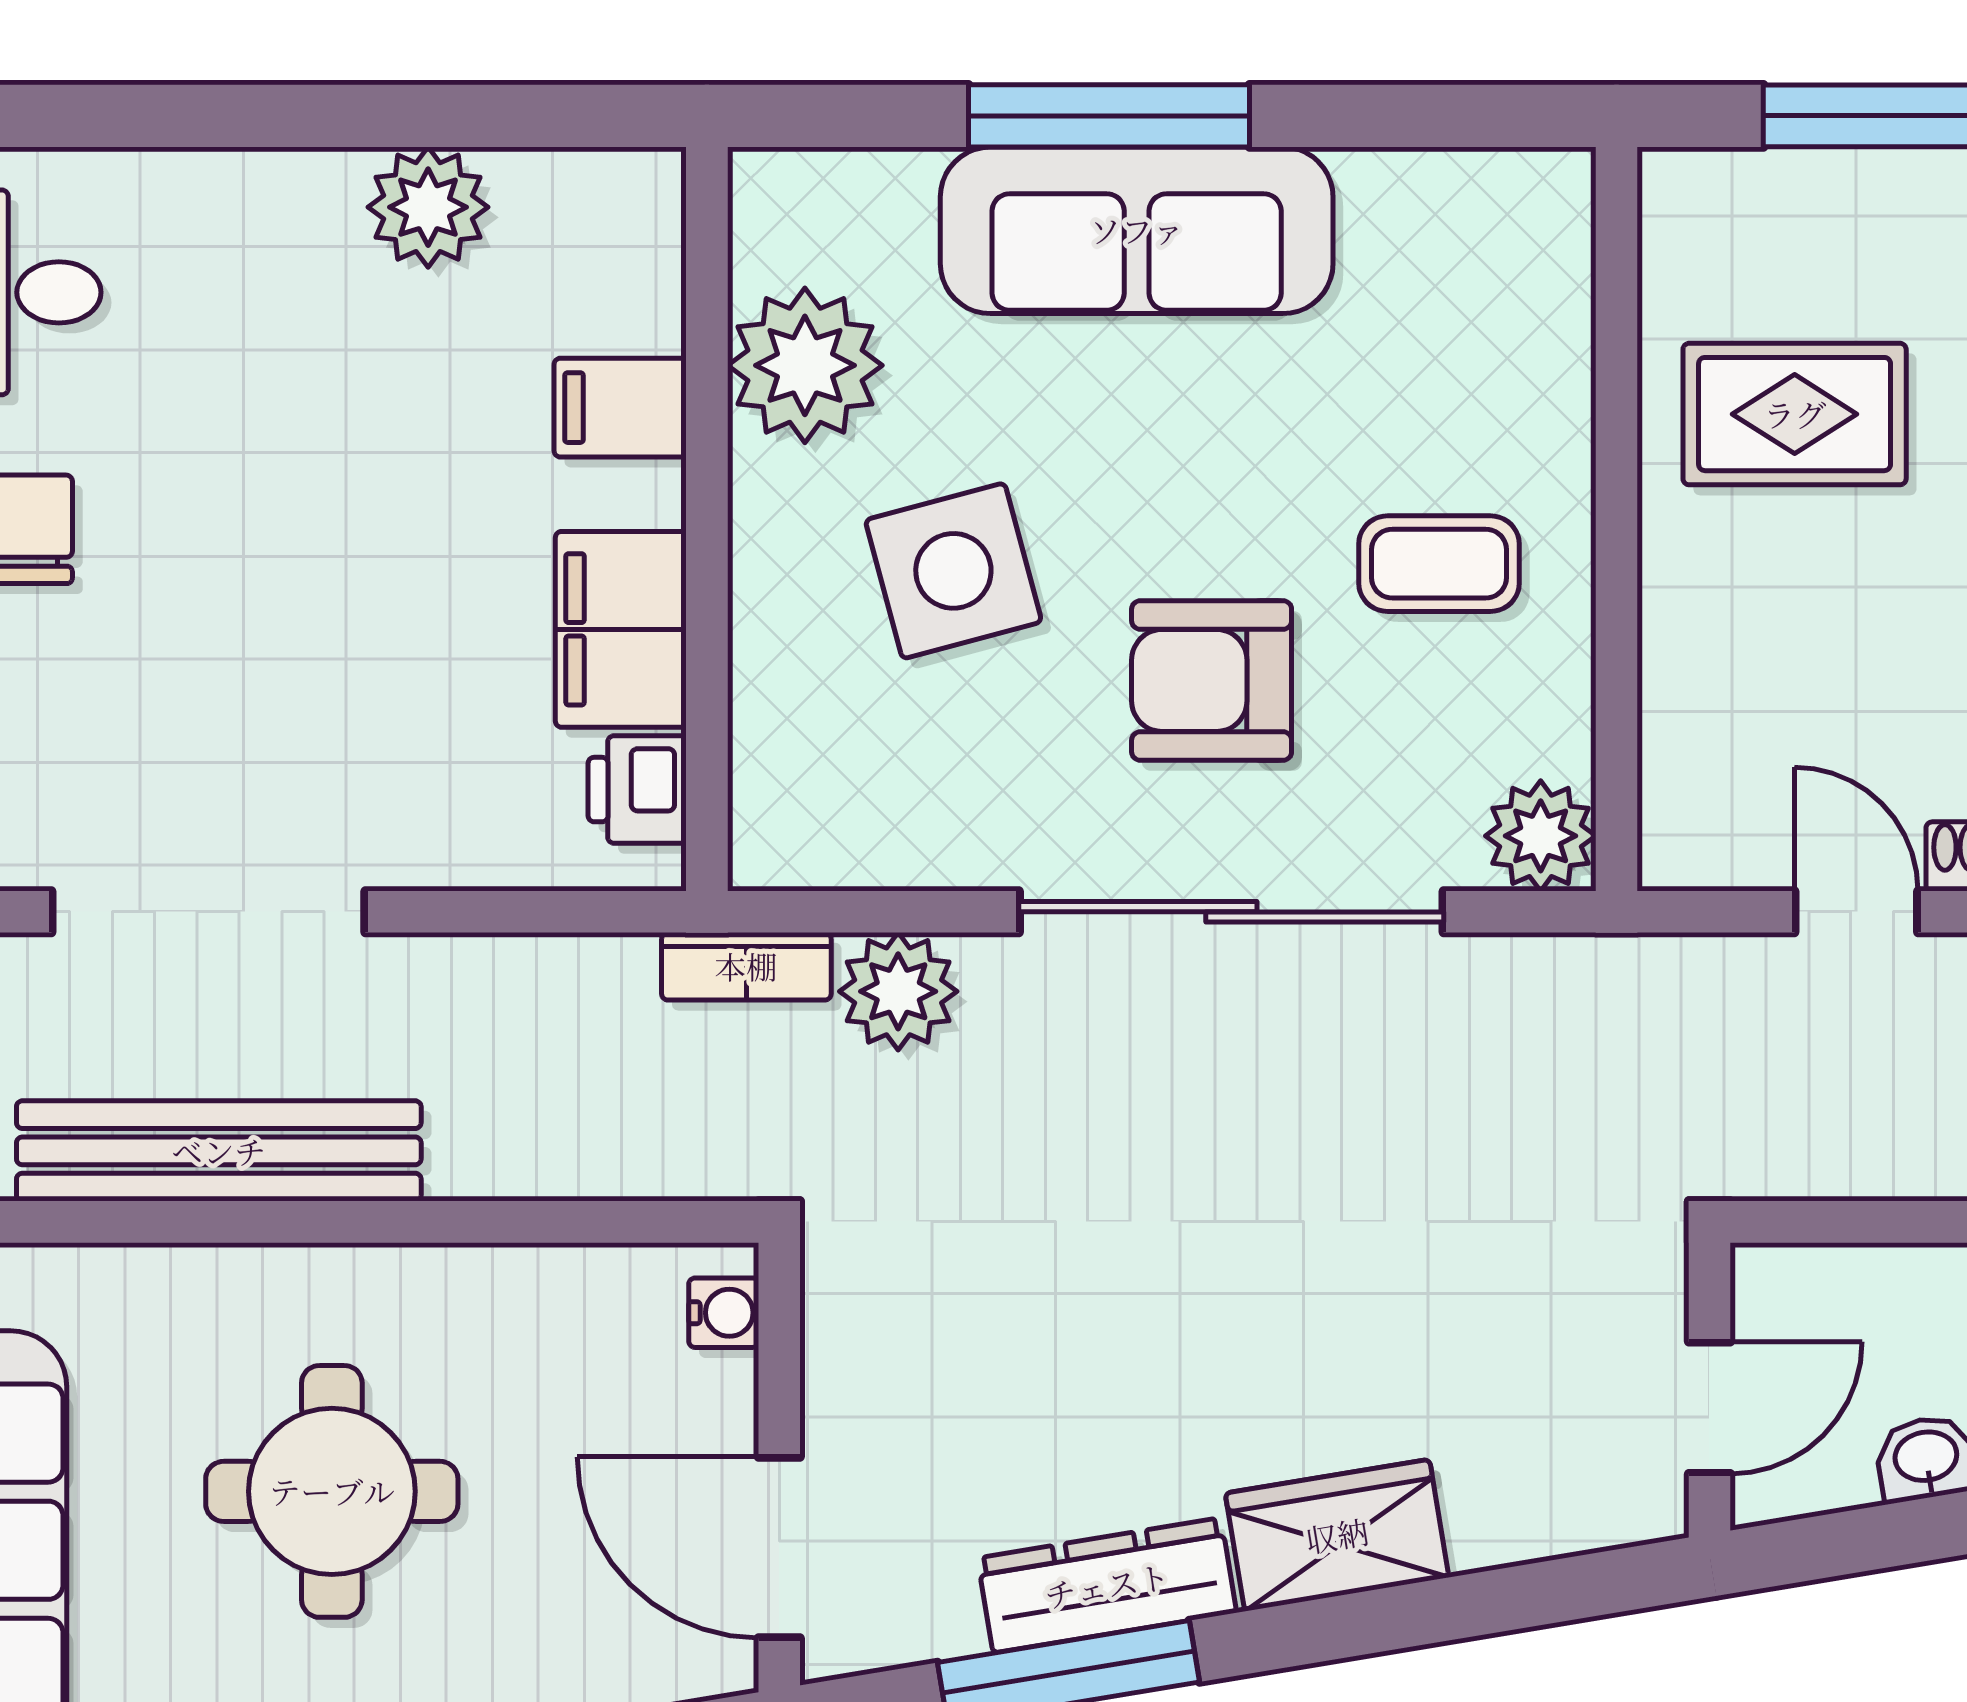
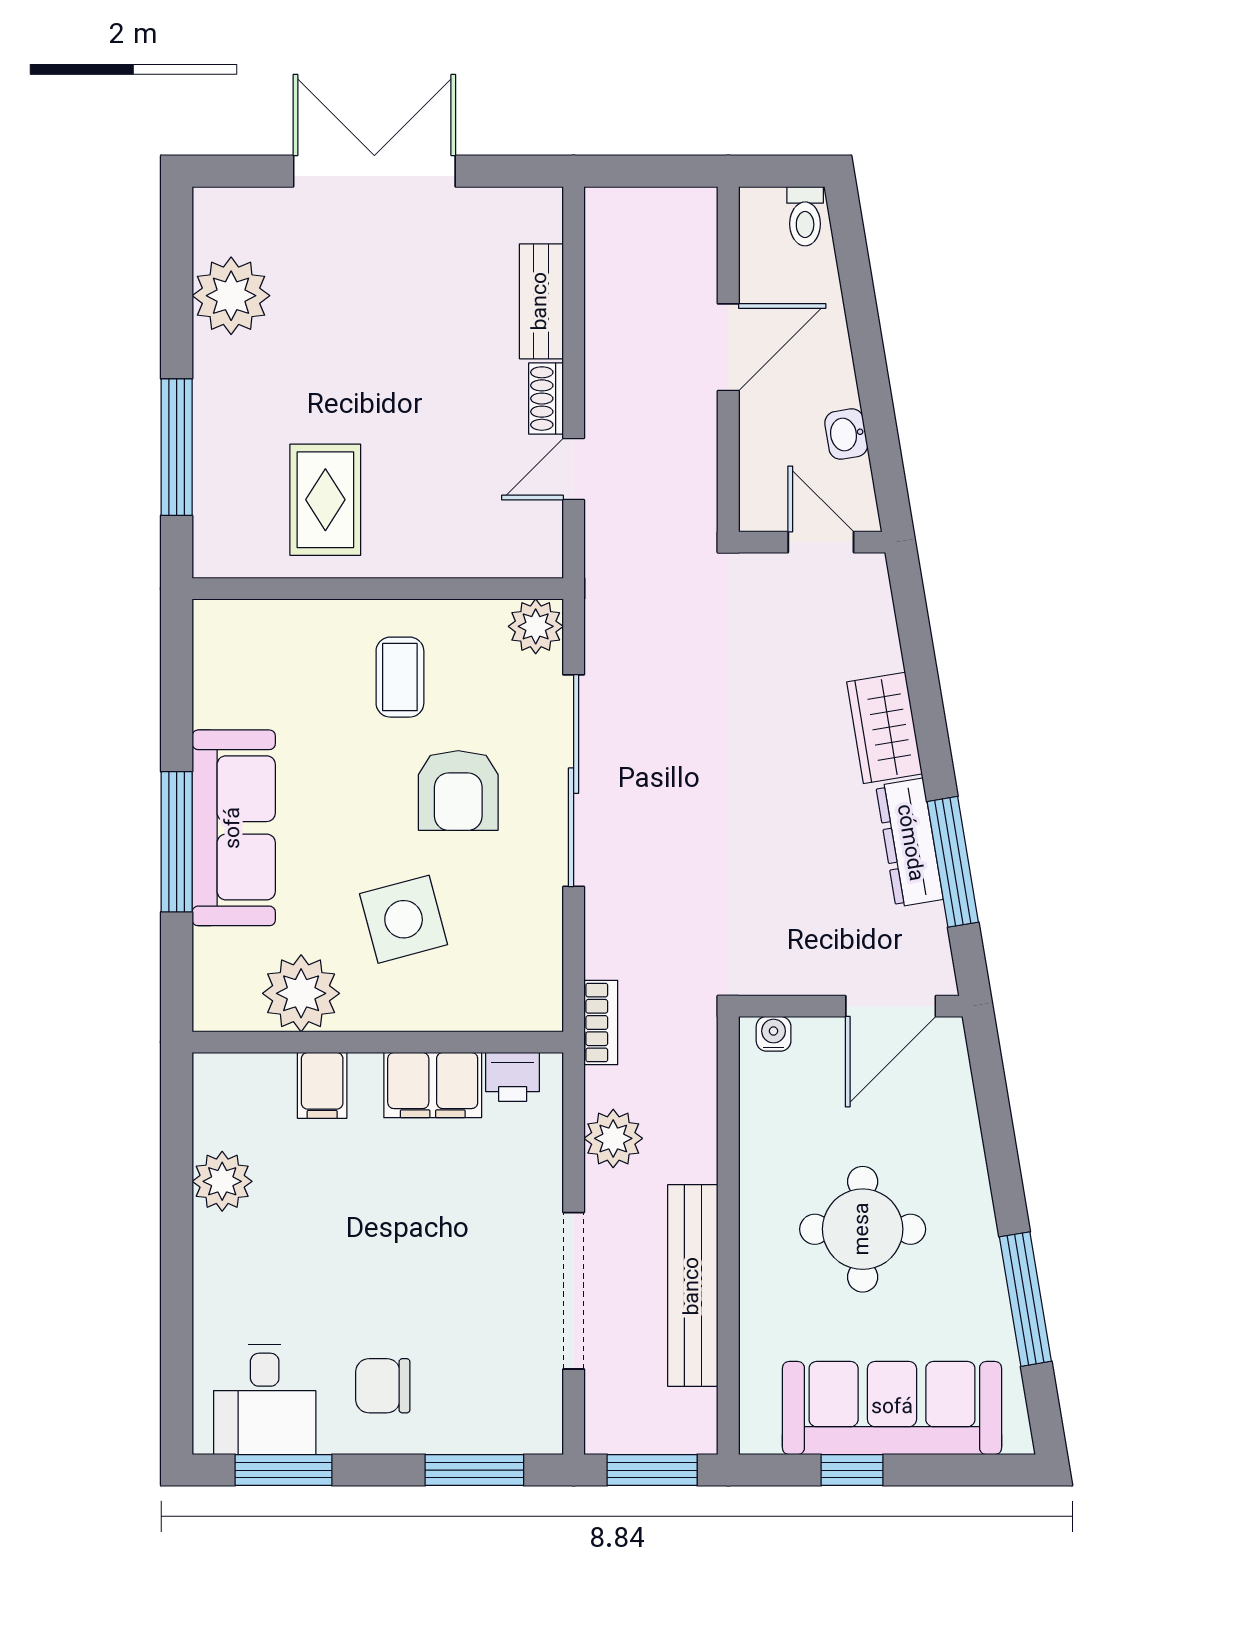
plant: (898, 991) -> (613, 1138), moved

